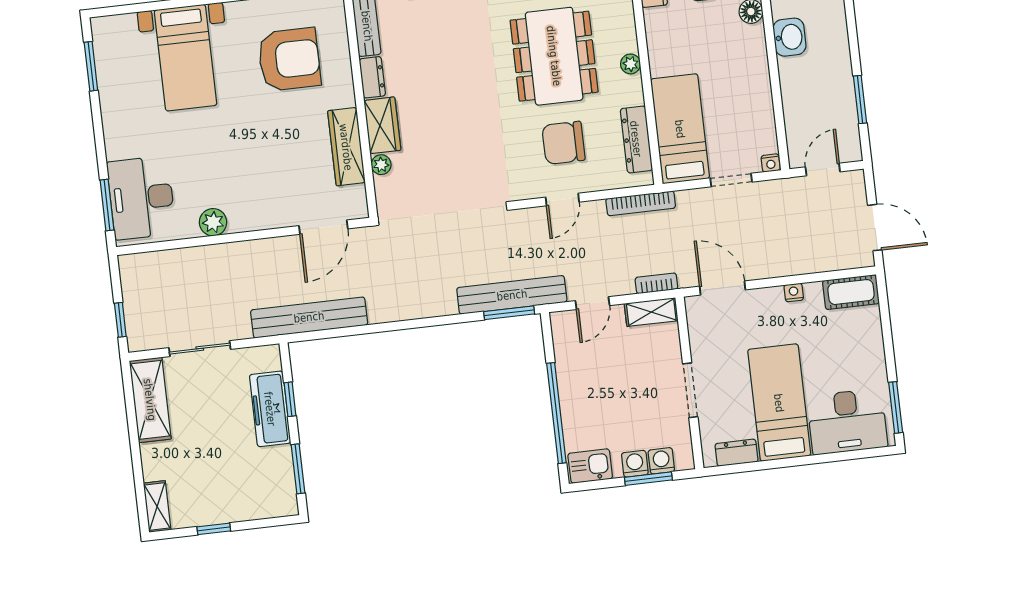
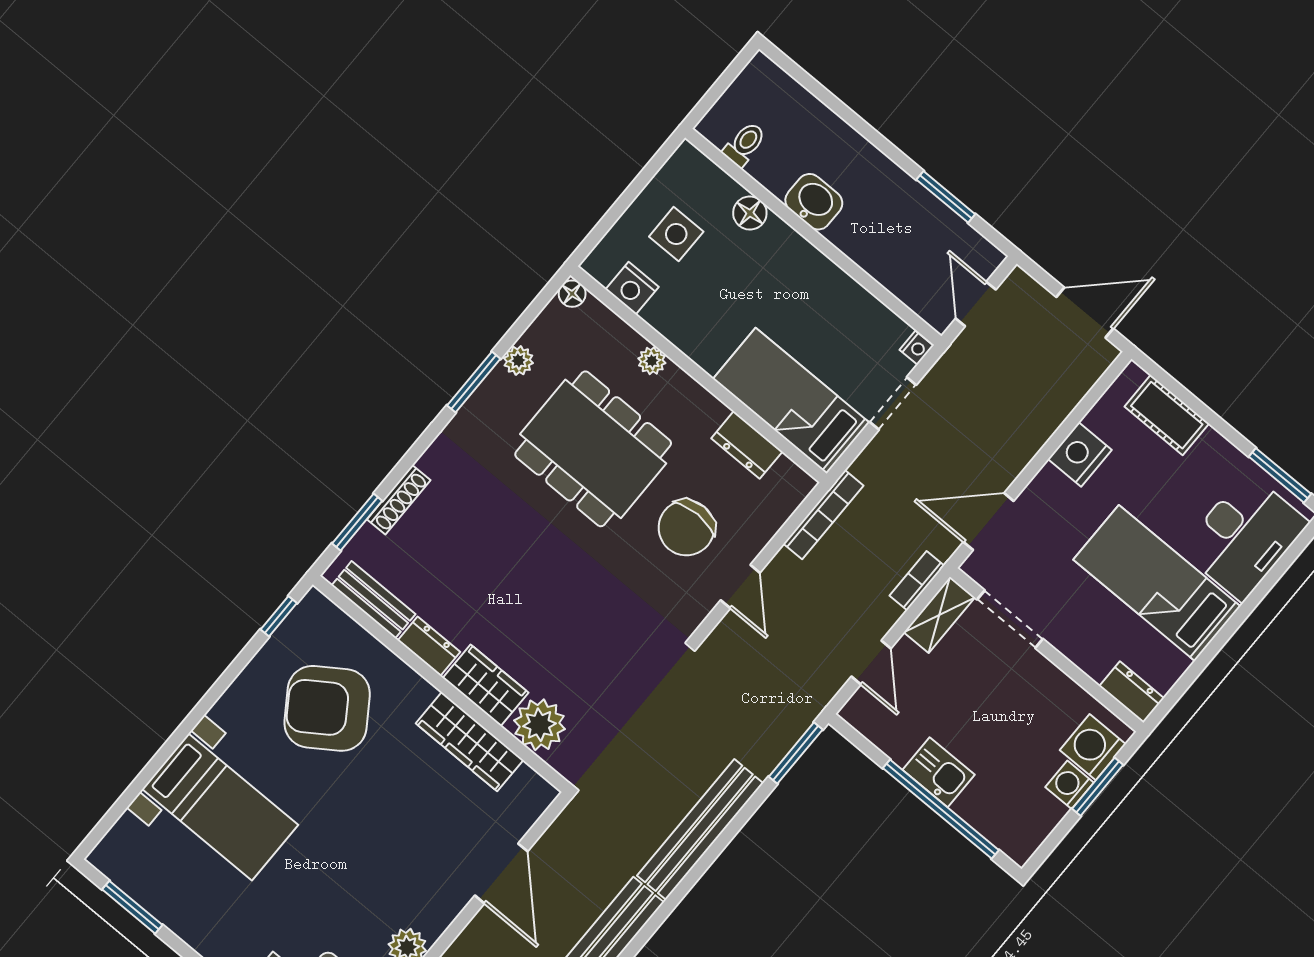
armchair: (289, 59) -> (327, 708), turned -124
plant: (631, 64) -> (652, 361), moved
dresser: (636, 139) -> (747, 445), width x0.70
plant: (381, 165) -> (539, 725), width x1.87, depth x1.87
door: (323, 227) -> (501, 873), moved
cot: (851, 292) -> (1167, 415), moved, turned 90
nightstand: (794, 293) -> (1080, 455), width x1.89, depth x1.79
bench: (512, 295) -> (700, 829), moved
doorway: (690, 390) -> (1010, 619), moved
dresser: (737, 453) -> (1132, 692), moved, turned 90
washing machine: (661, 461) -> (1093, 747), width x1.38, depth x1.38
kitchen sink: (590, 466) -> (939, 772), moved, turned 90

